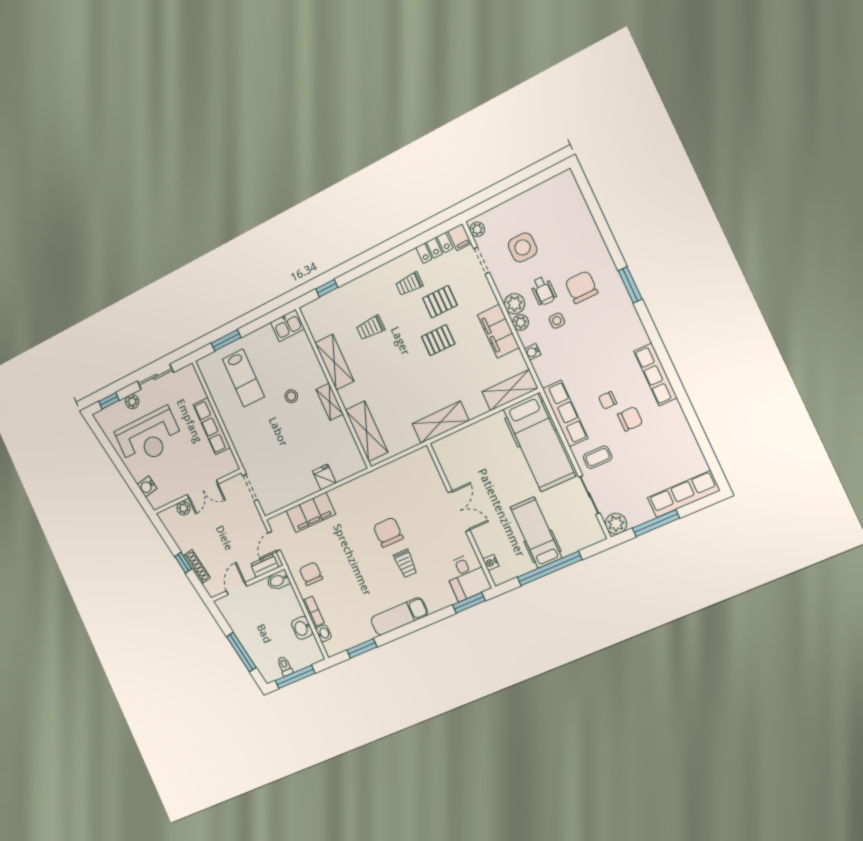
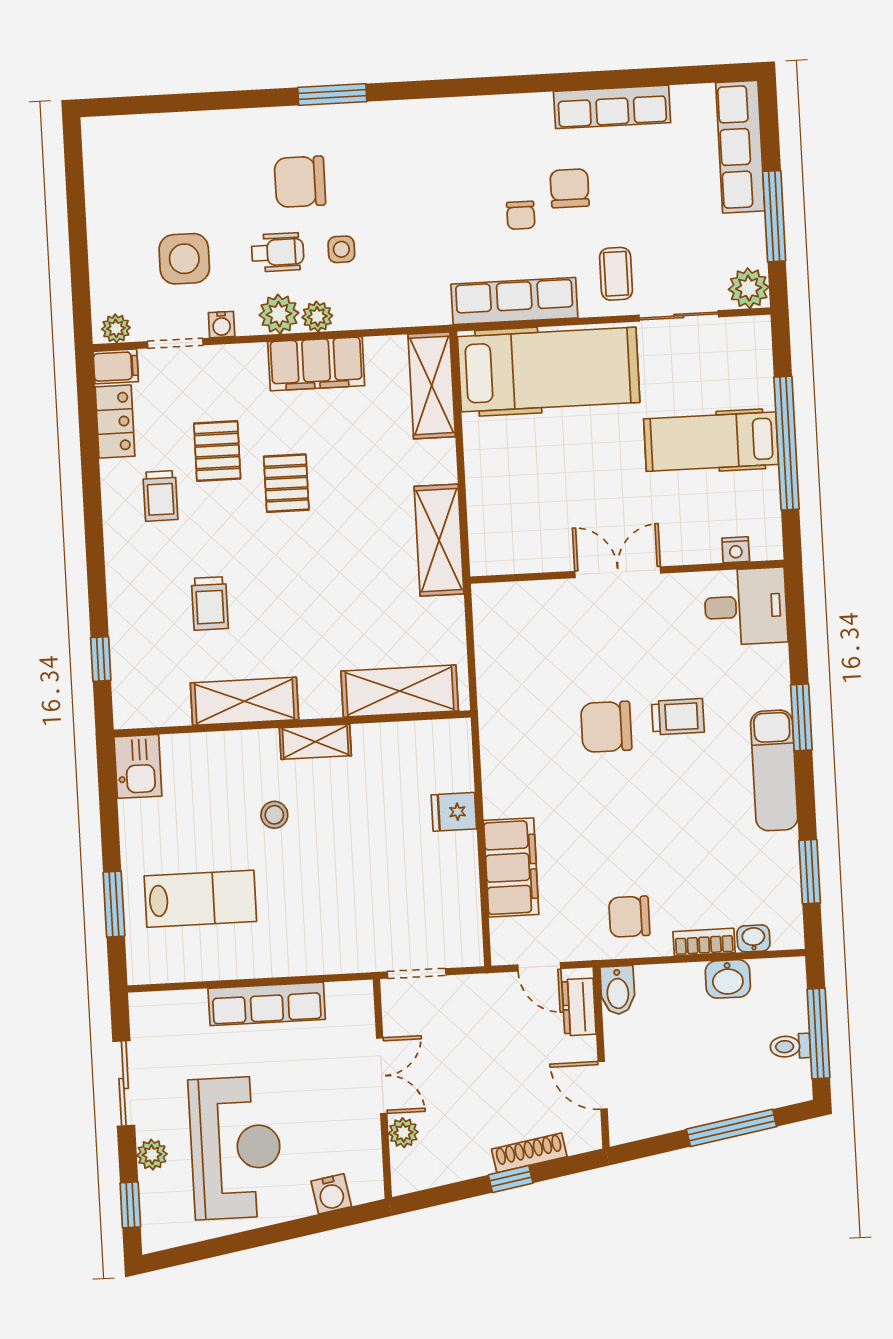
water cooler: (533, 352) -> (222, 325), moved
row of seats: (655, 374) -> (612, 107), moved
window: (469, 603) -> (801, 717), moved

